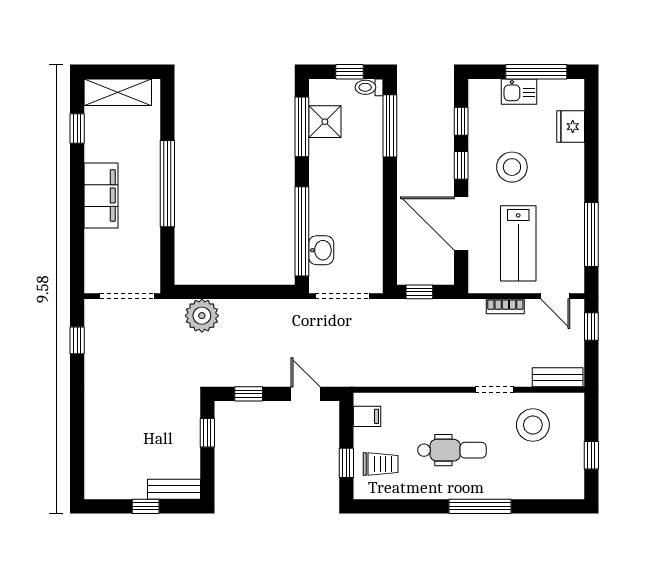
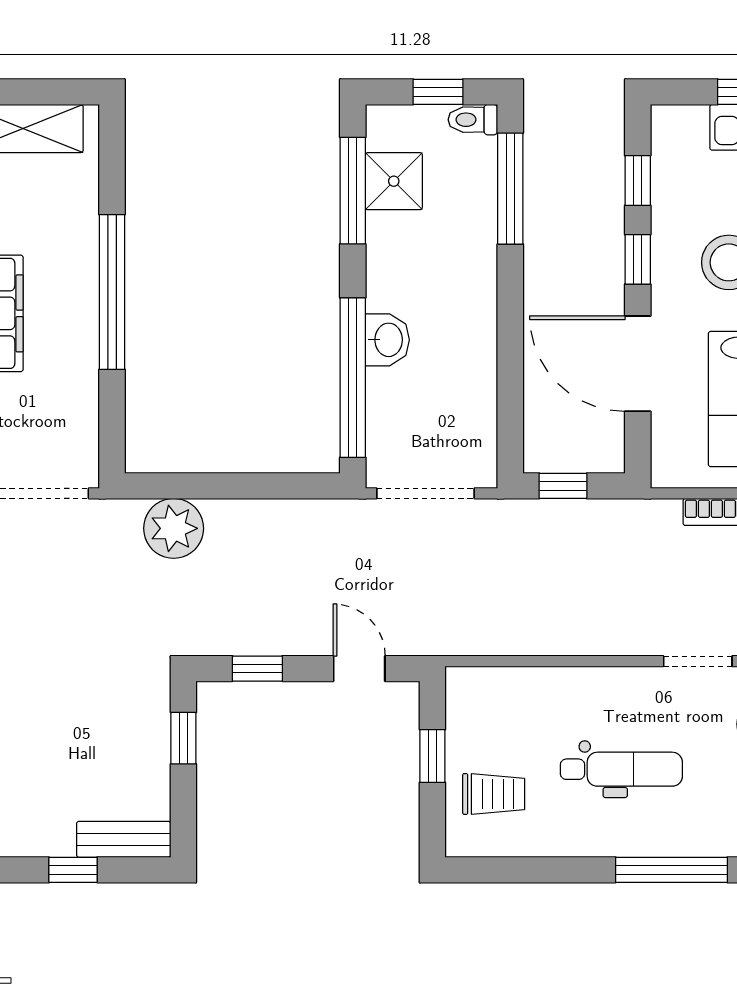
washbasin: (321, 250) -> (387, 340), moved
filing cabinet: (367, 416) -> (469, 709), removed
window: (346, 463) -> (432, 756), moved

